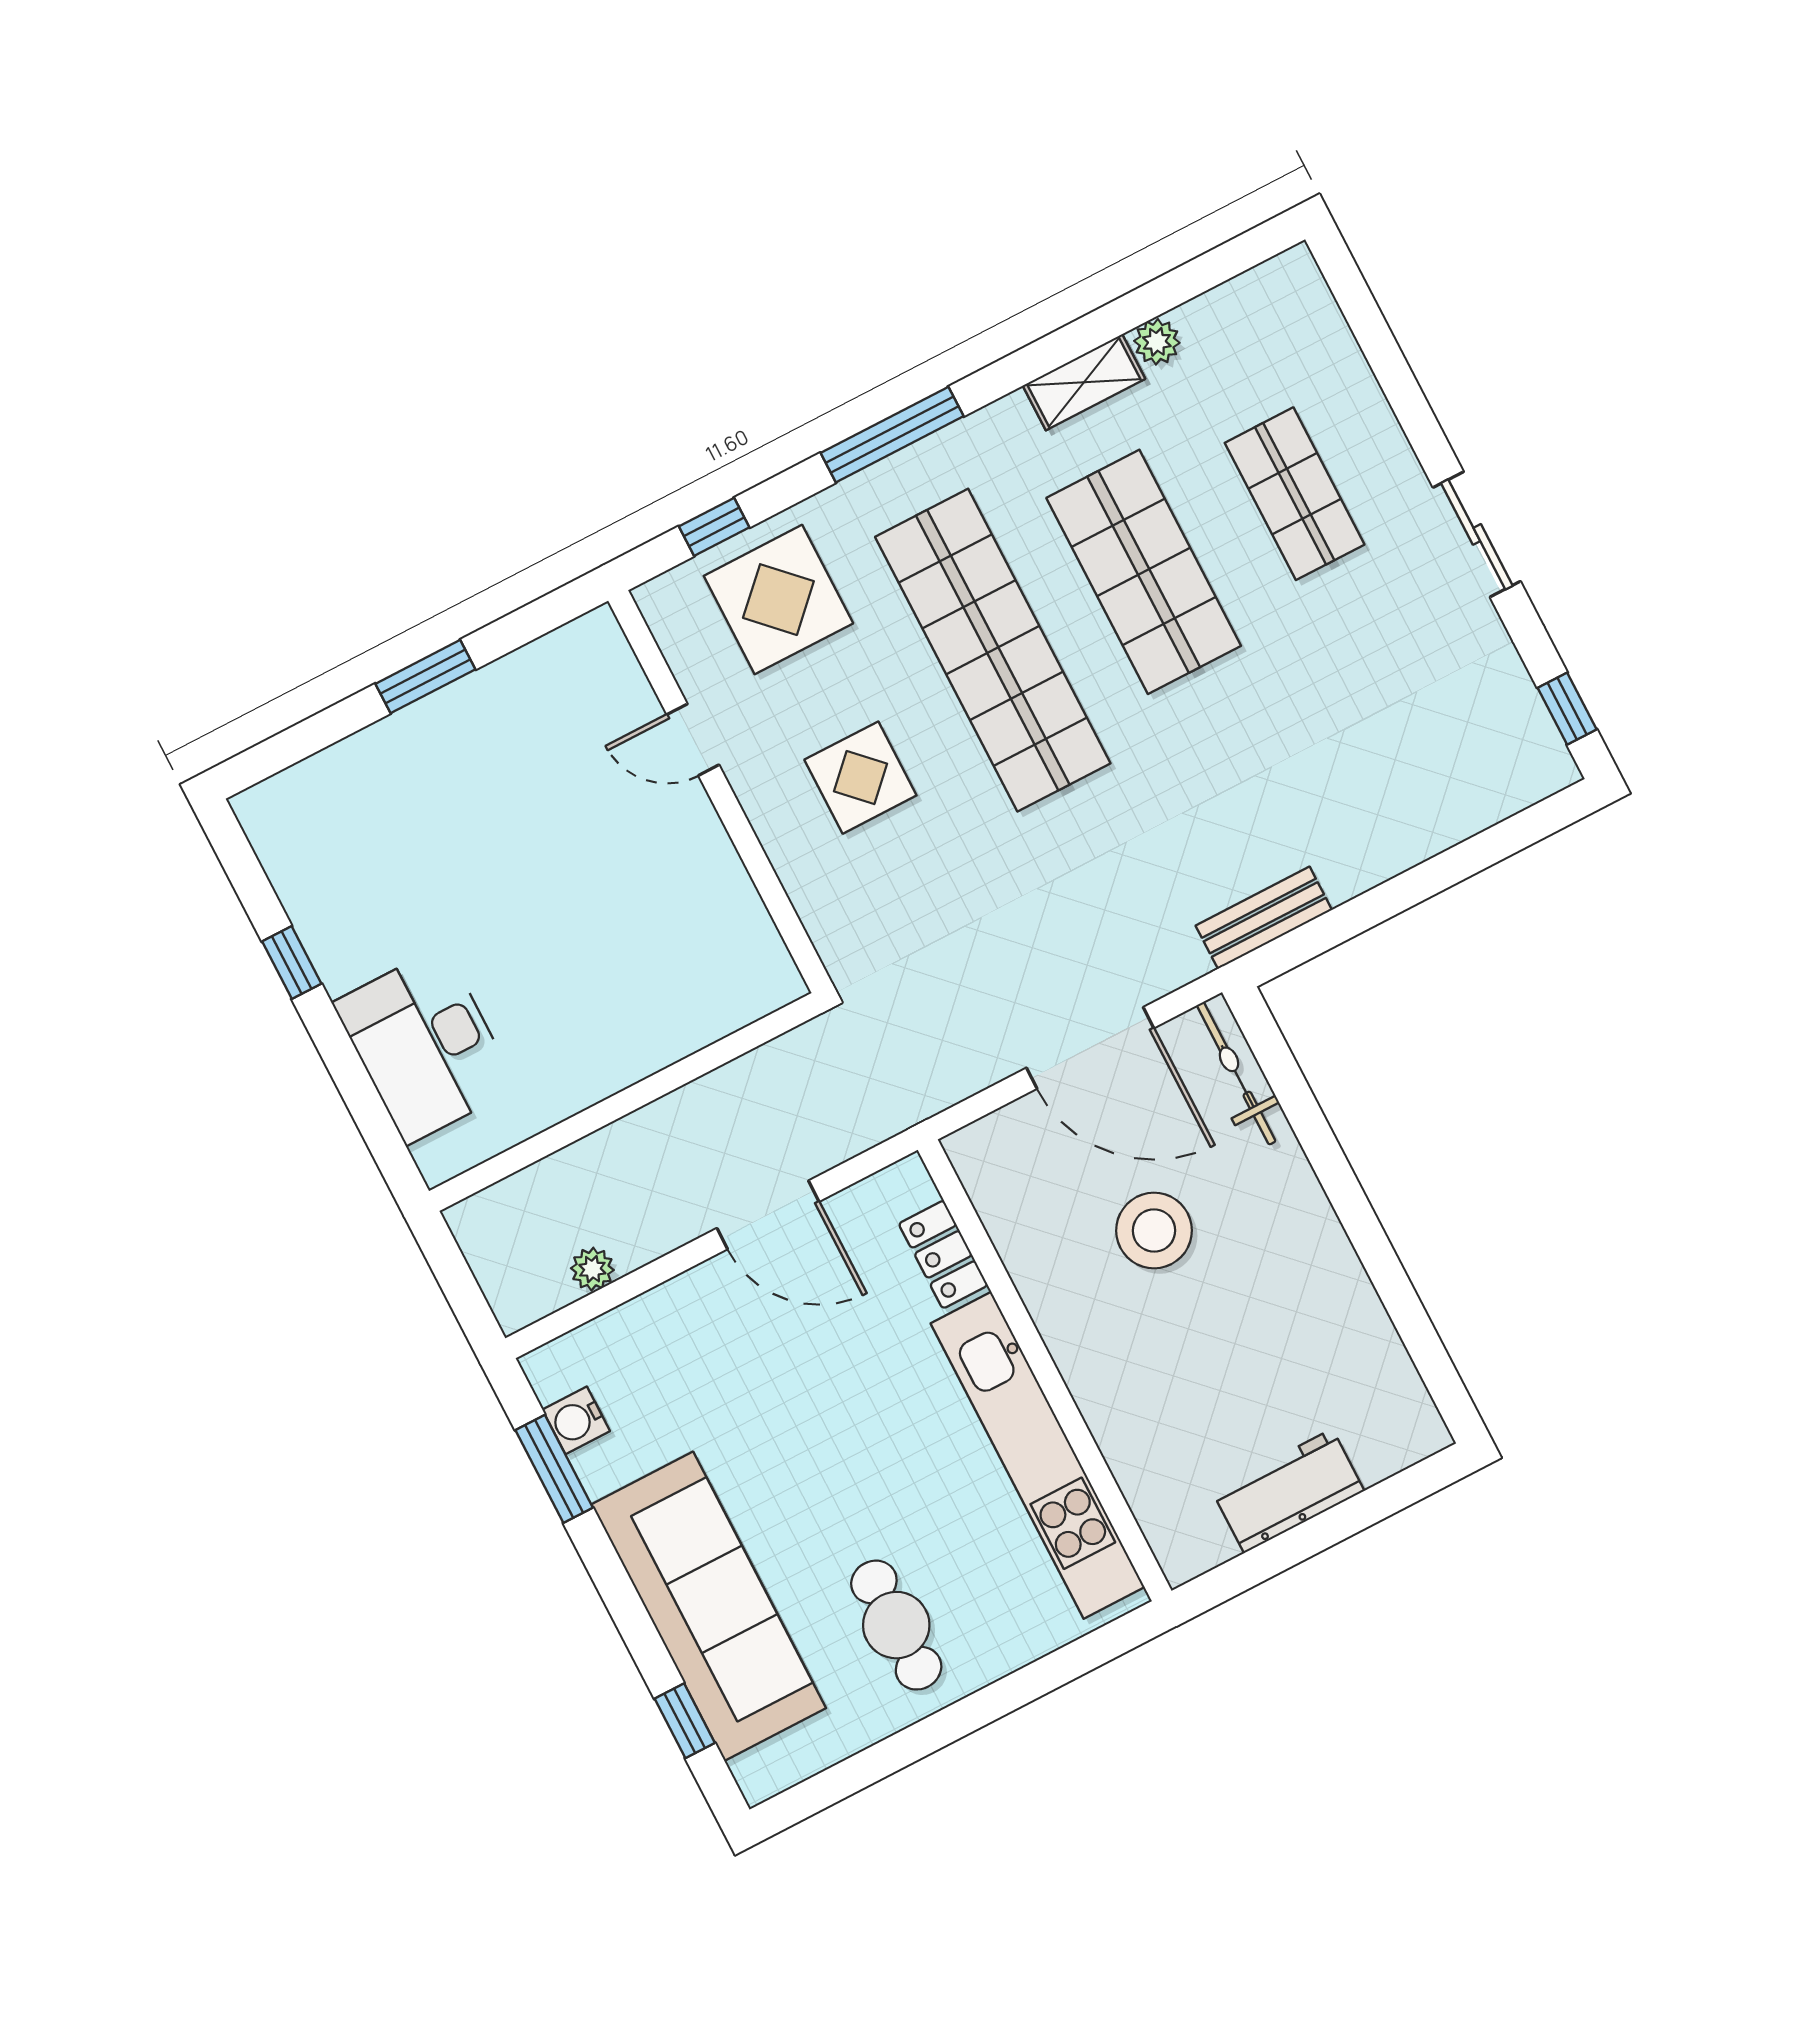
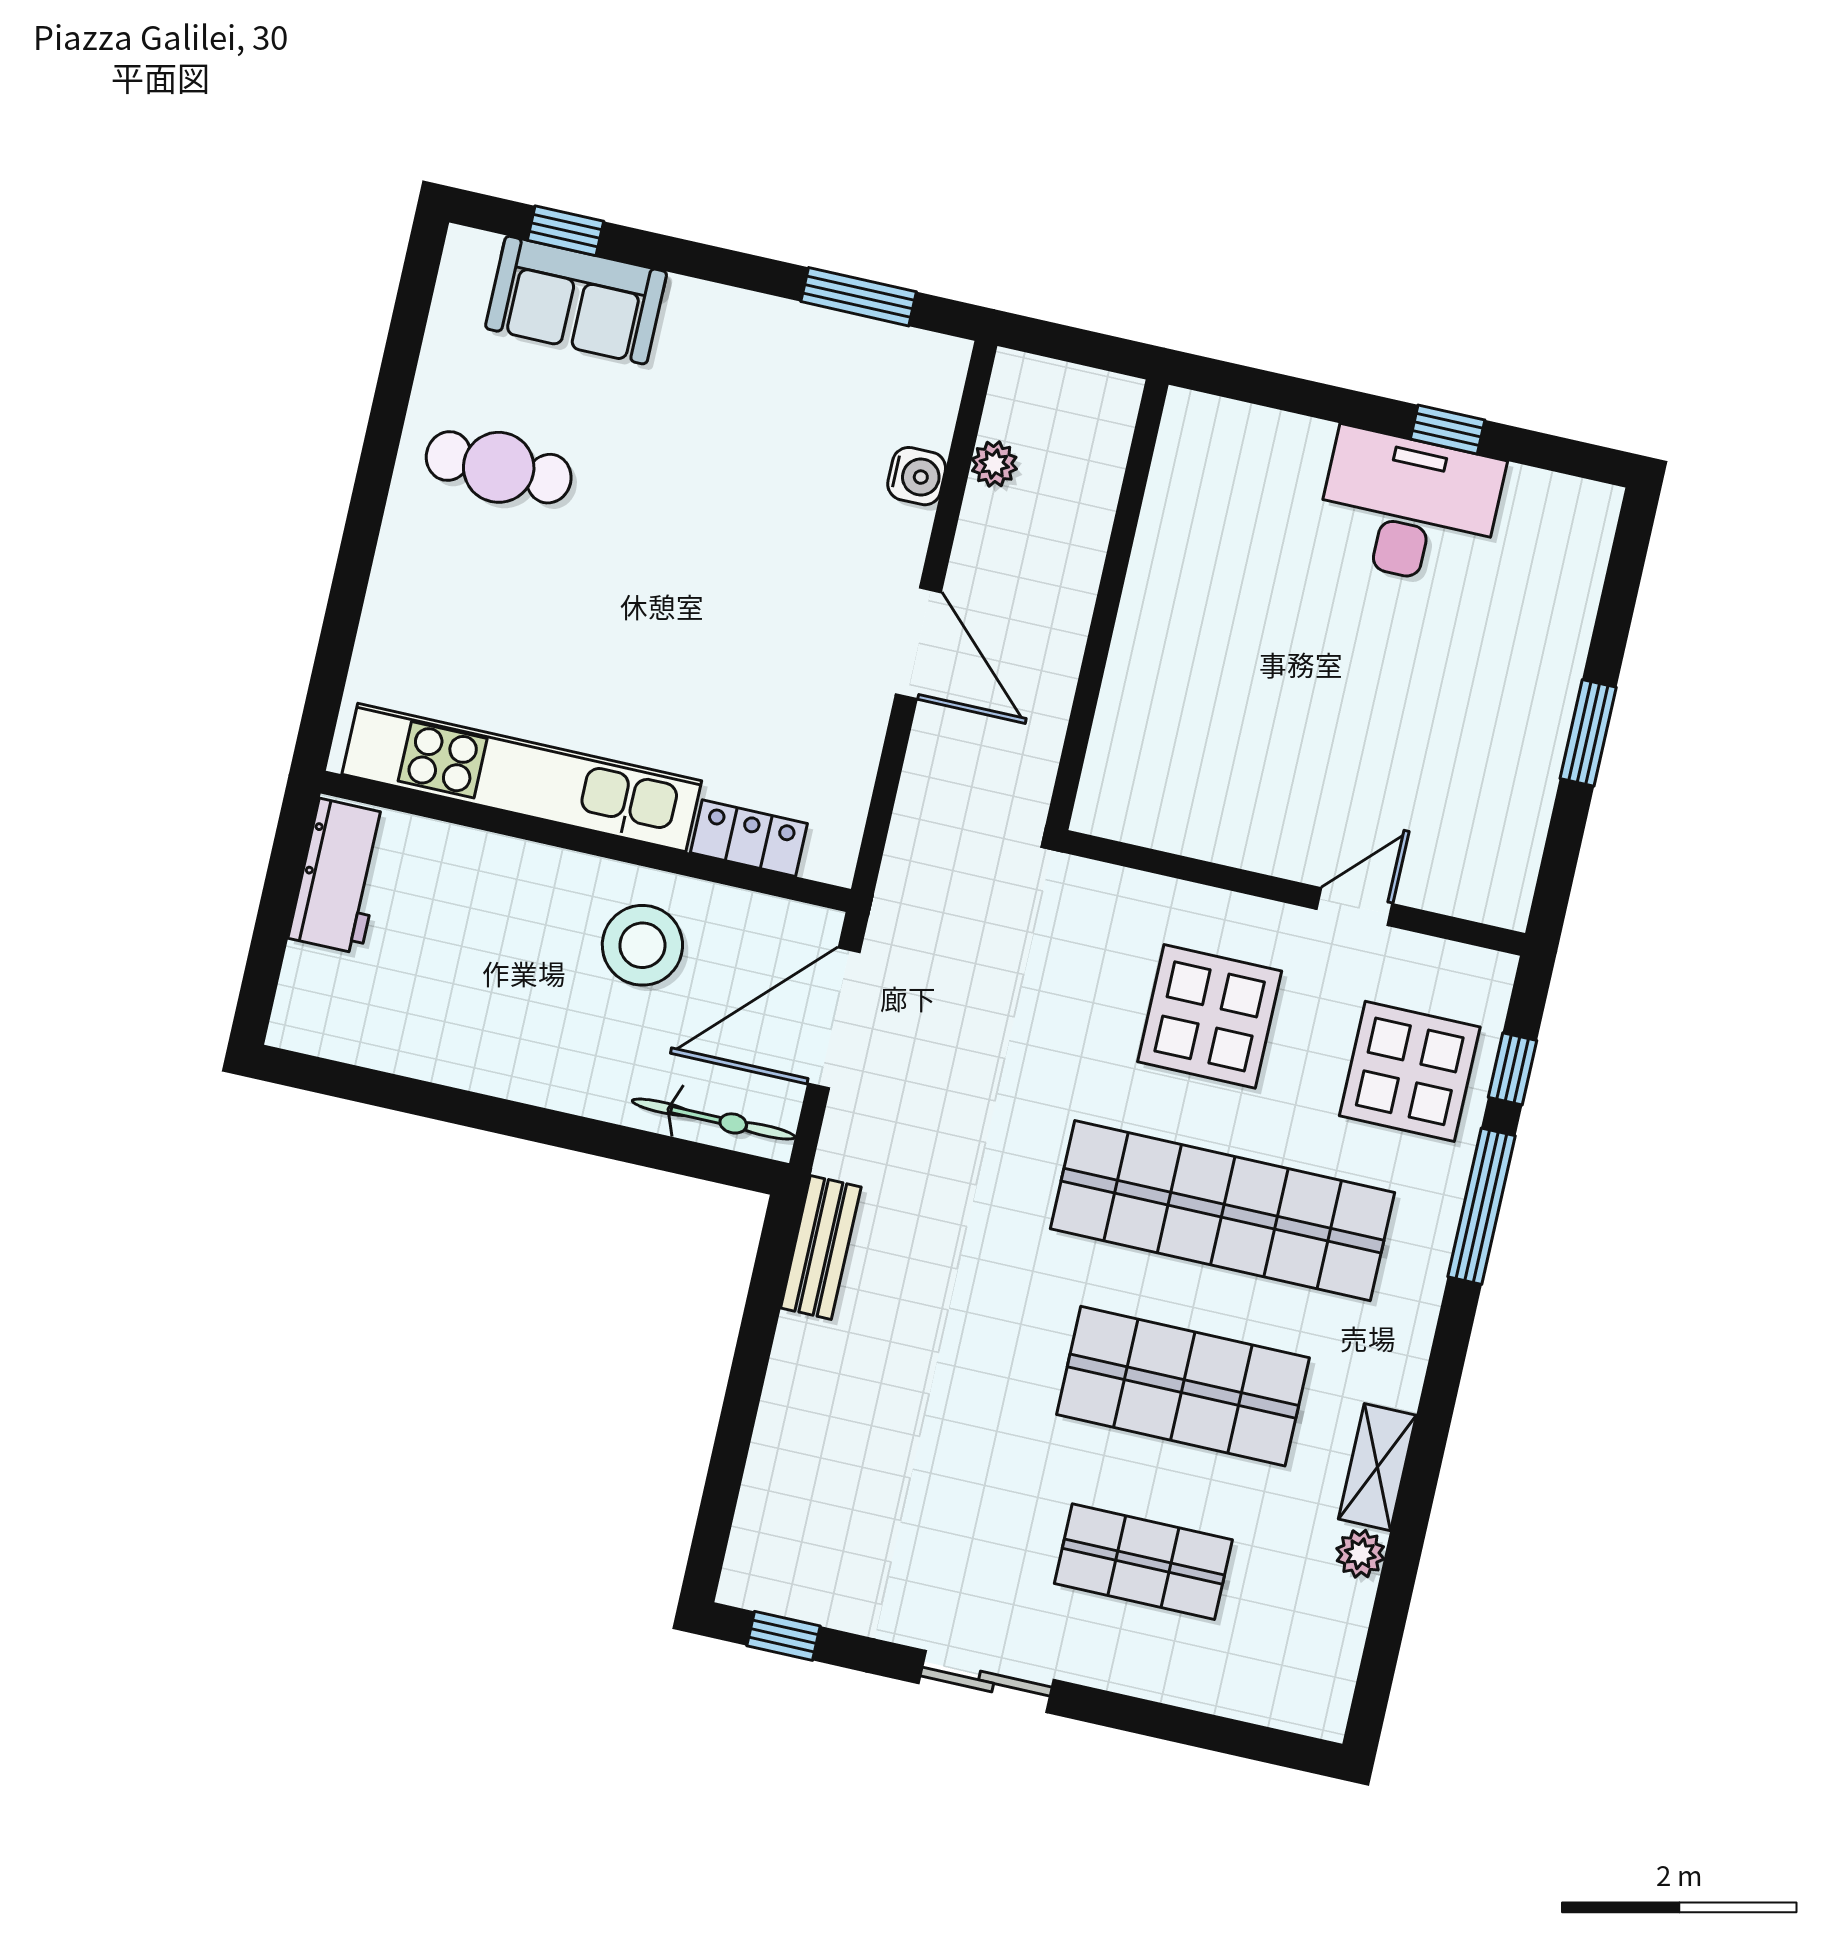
window: (892, 435) -> (1482, 1206), moved
display table: (860, 778) -> (1210, 1016), width x1.36, depth x1.36
desk: (425, 1045) -> (1409, 508), moved
door: (768, 1215) -> (918, 643), swing flipped
locker: (943, 1254) -> (749, 838), moved
wall: (1045, 1370) -> (586, 841), moved
water cooler: (576, 1420) -> (917, 476), moved, turned 90
kitchen unit: (1038, 1455) -> (522, 778), moved
sofa: (709, 1606) -> (576, 300), width x0.54, depth x0.79

